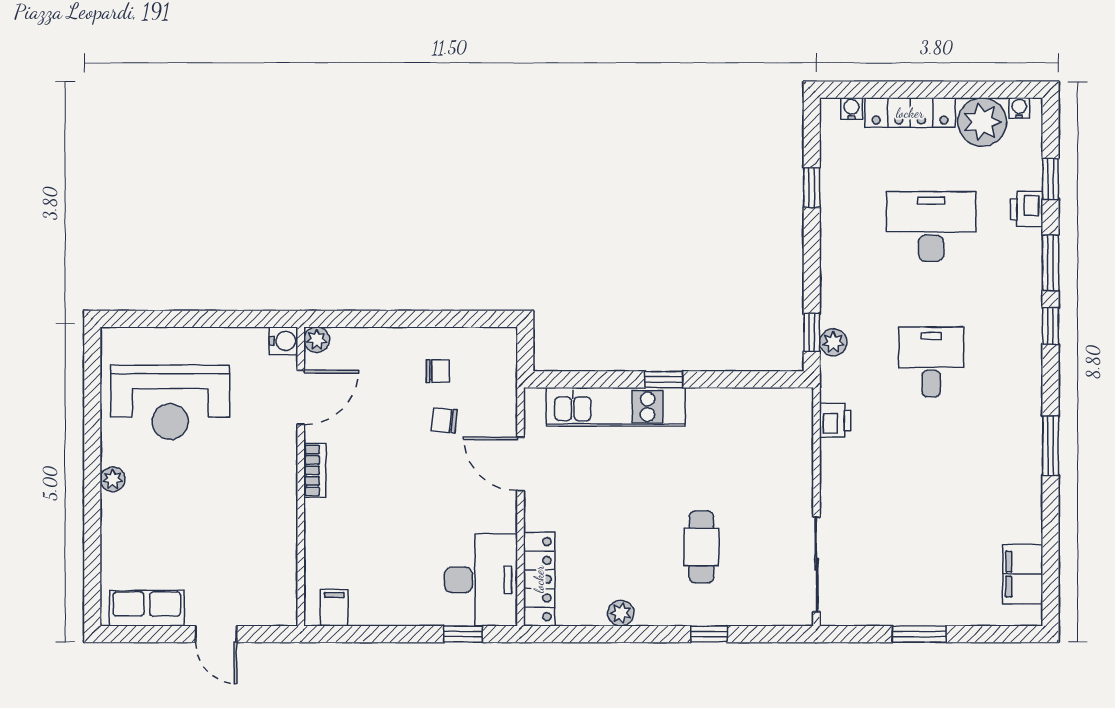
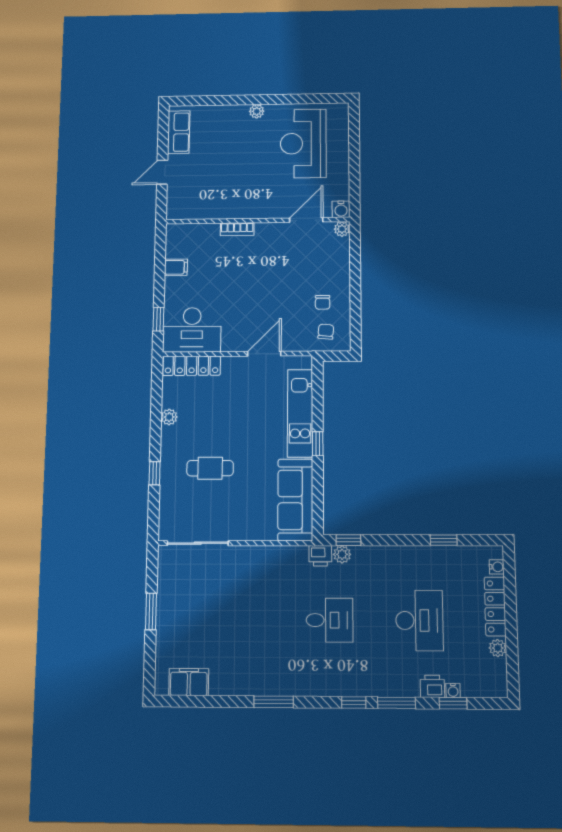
water cooler: (1019, 108) -> (453, 690), moved, turned 90
plant: (982, 122) -> (498, 648), width x0.53, depth x0.53
door: (301, 397) -> (306, 220), swing flipped
sofa: (750, 414) -> (295, 500), added
printer: (835, 420) -> (320, 556), moved
chair: (444, 421) -> (326, 332), moved
bookcase: (315, 470) -> (237, 229), moved
filing cabinet: (334, 608) -> (176, 267), moved

